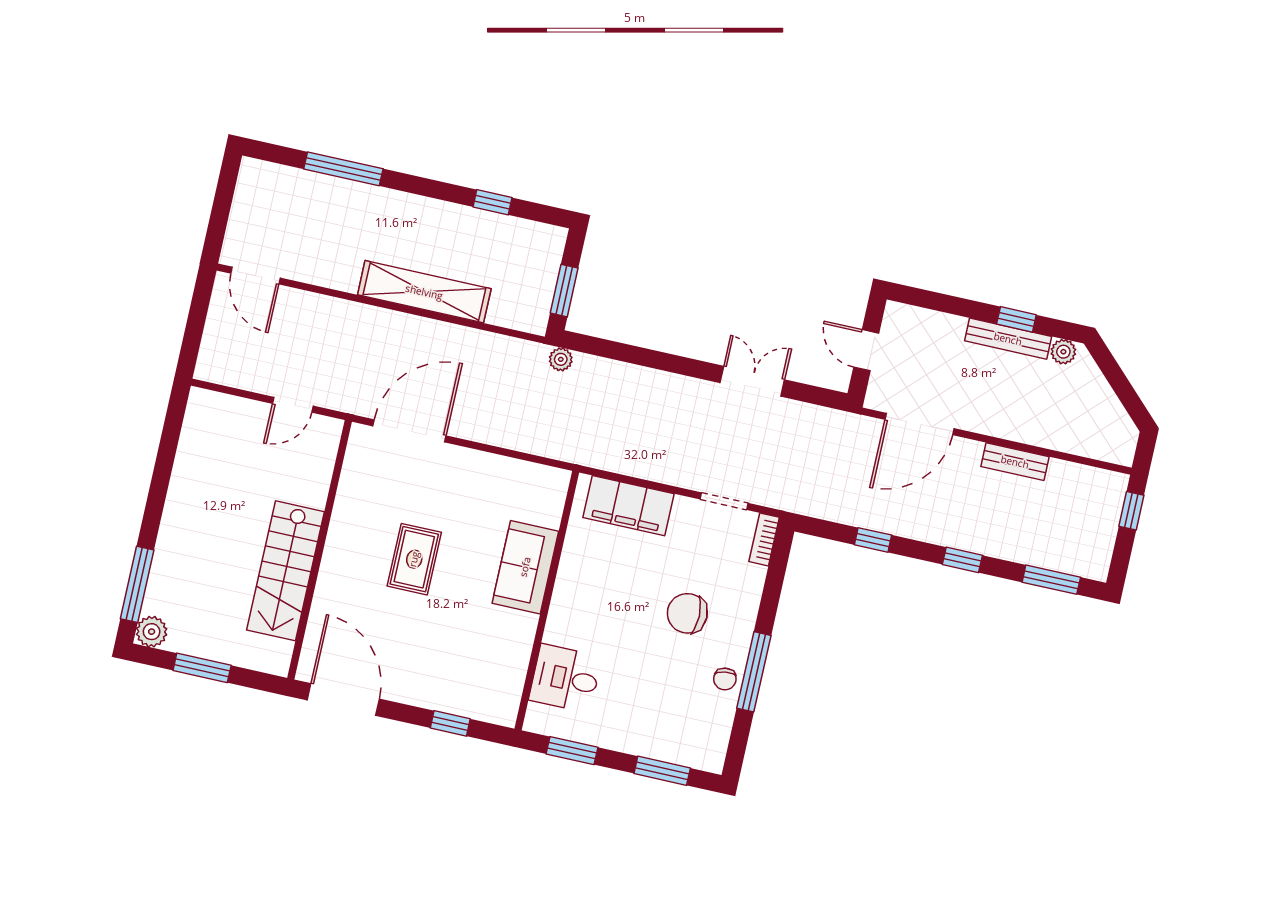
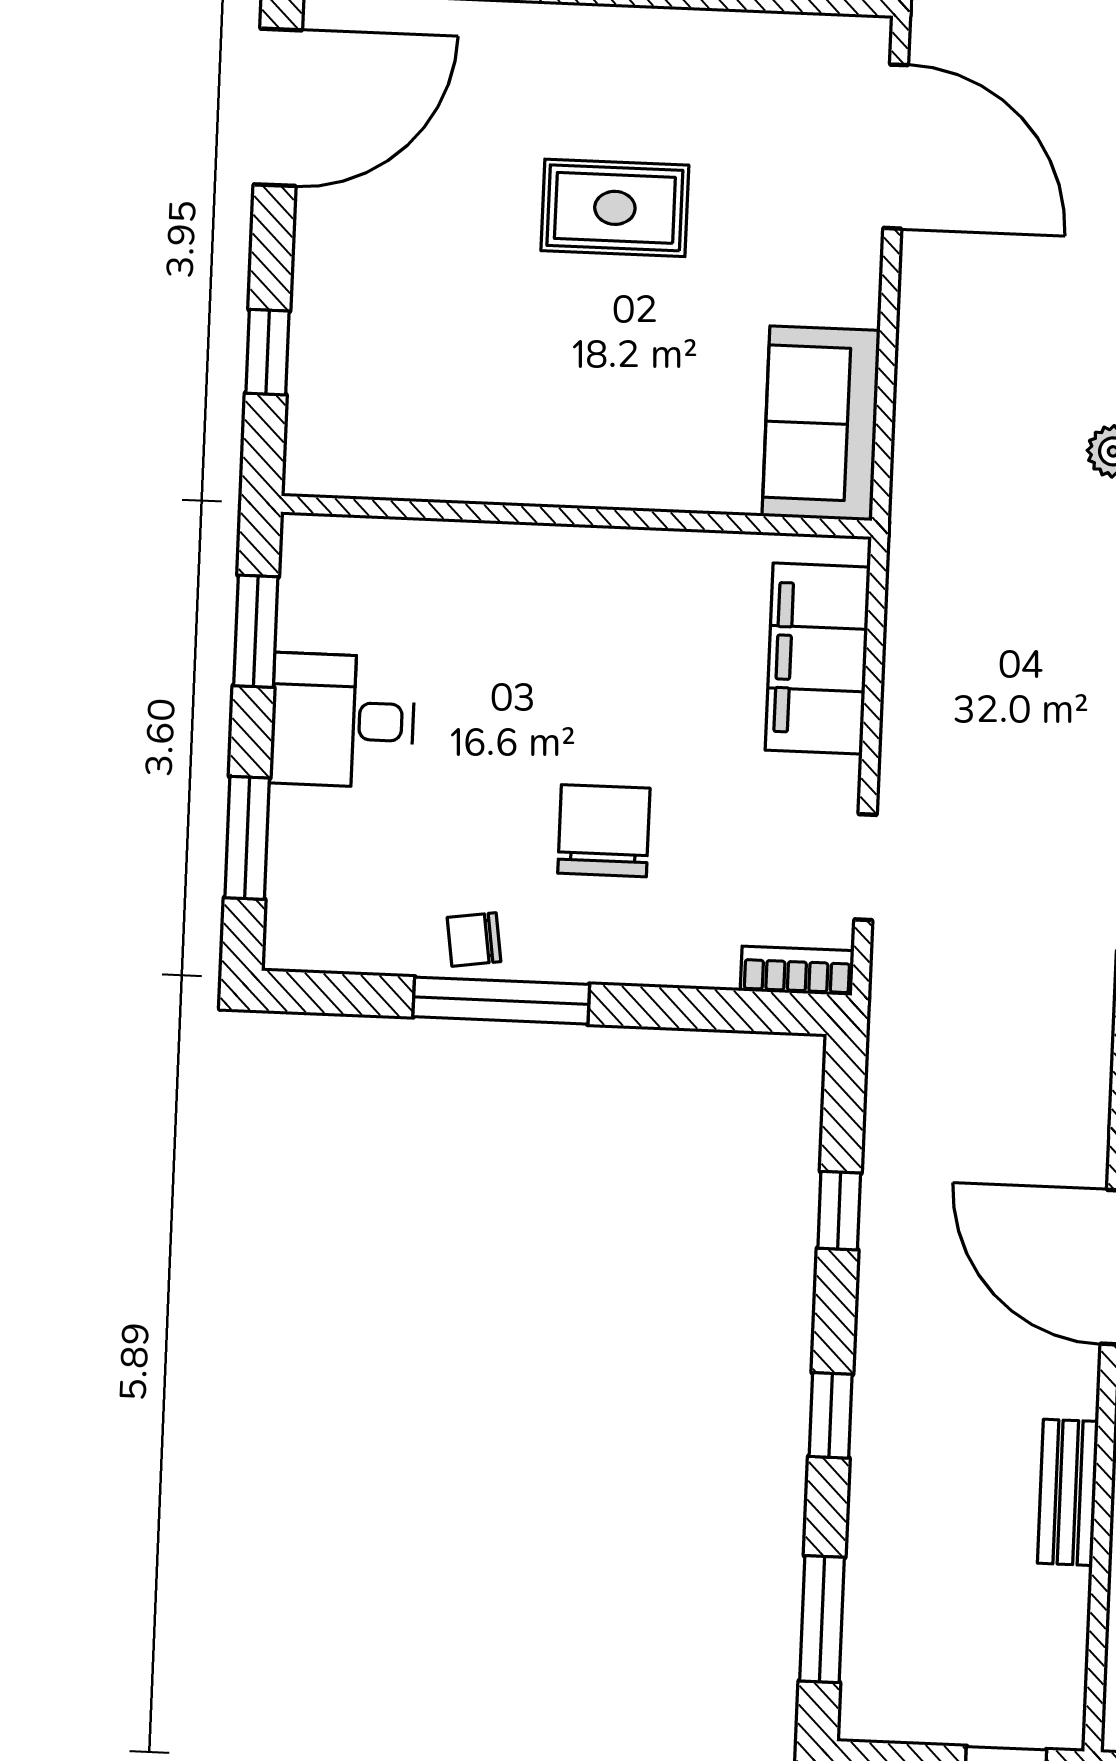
sofa: (525, 567) -> (821, 423), moved, turned -90
desk: (565, 678) -> (342, 720), moved, turned -90

